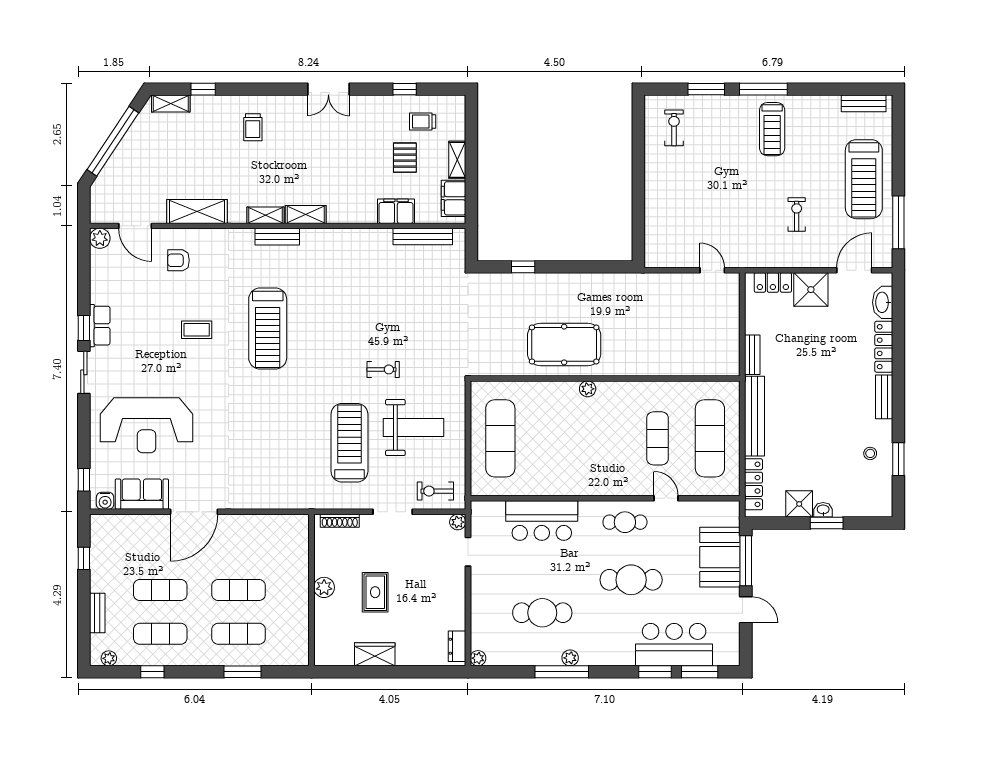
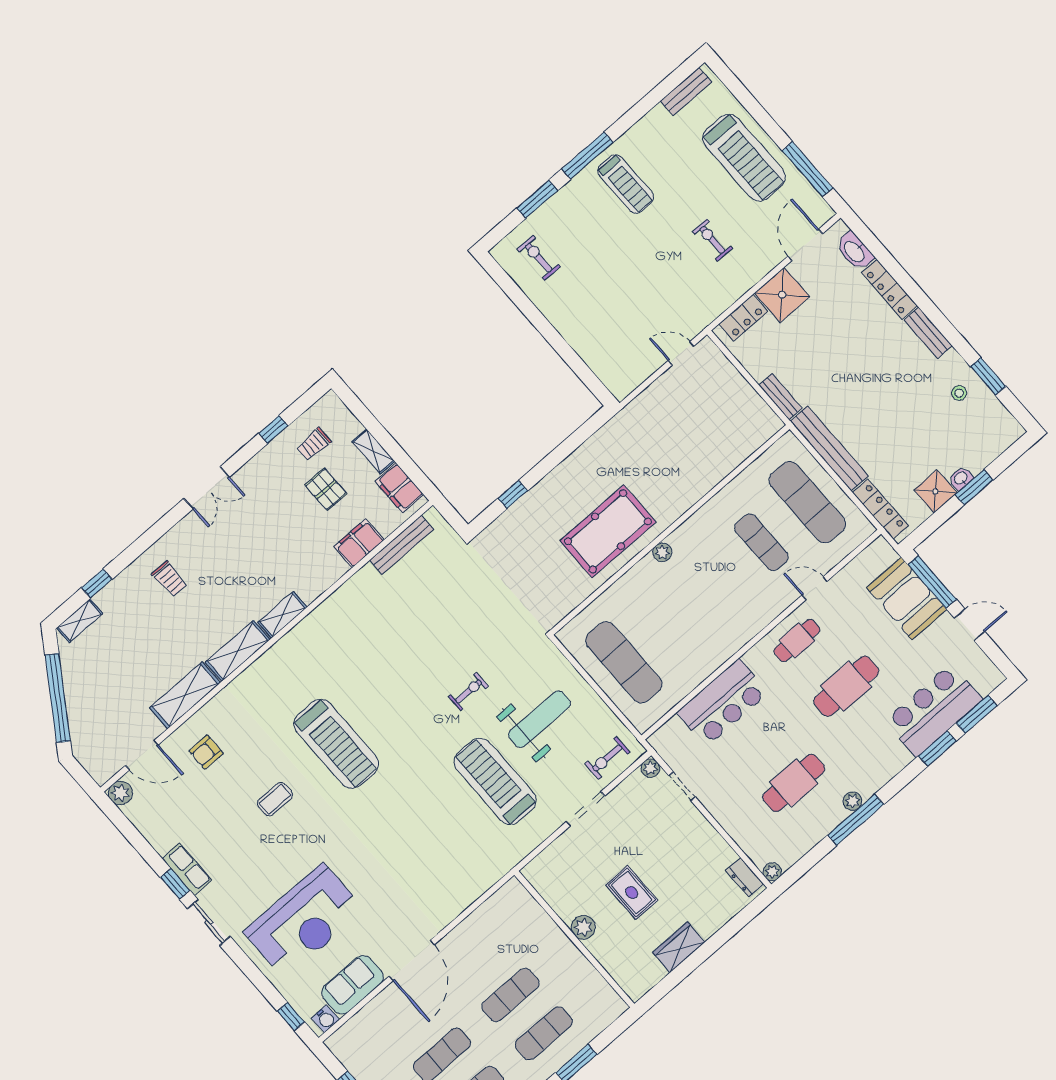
shelving: (265, 215) -> (238, 651), width x1.50, depth x1.33
bench: (277, 237) -> (274, 656), removed
shoe rack: (340, 521) -> (546, 857), removed

